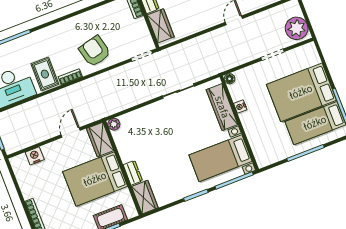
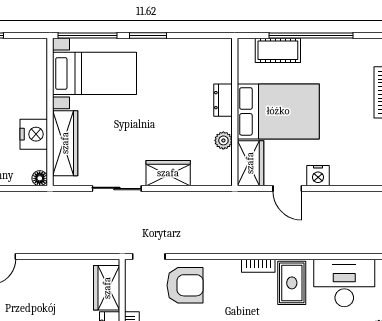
armchair: (95, 51) -> (185, 285), moved, turned -76
nightstand: (240, 107) -> (34, 134), width x1.89, depth x1.79
plant: (114, 124) -> (223, 140), moved
door: (71, 133) -> (287, 188), hinge flipped
nightstand: (35, 156) -> (318, 176), moved
wardrobe: (145, 197) -> (168, 173), moved, turned 90

